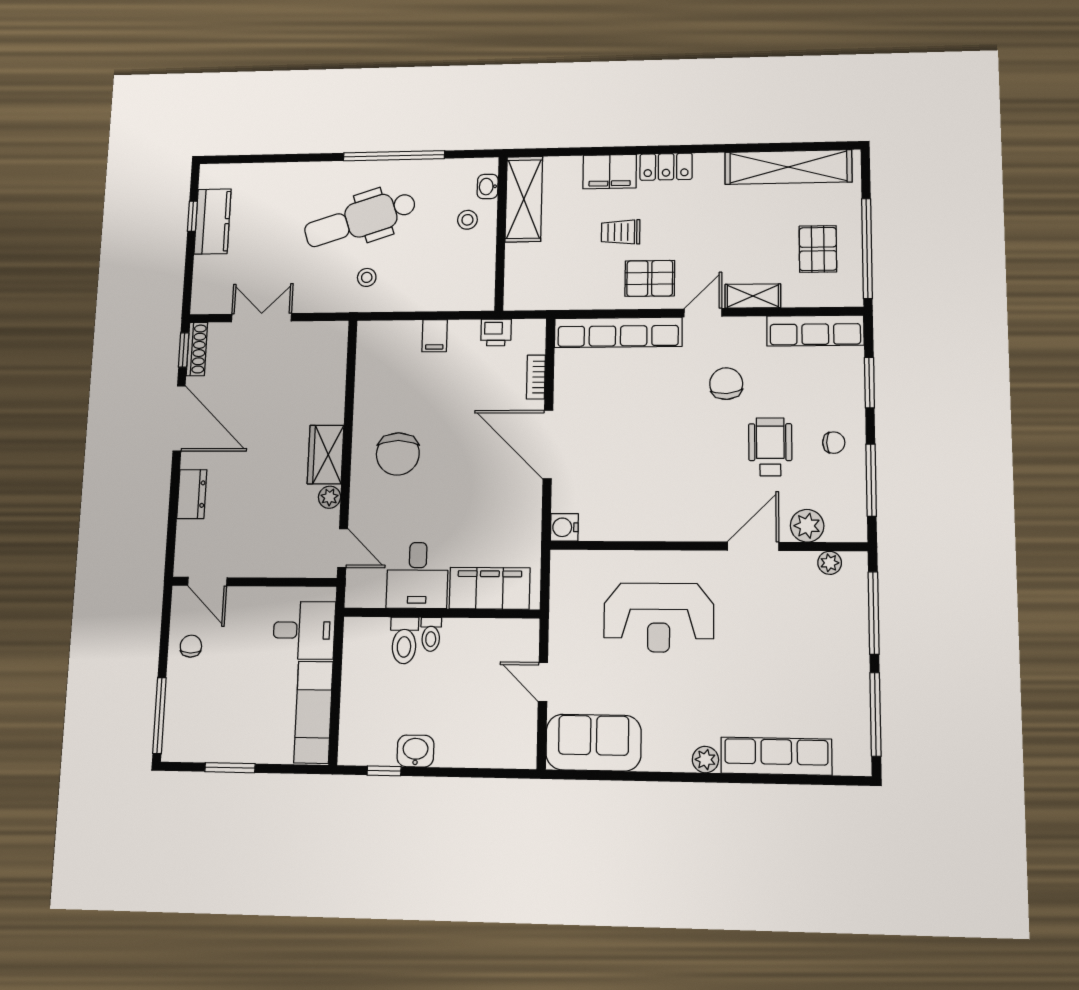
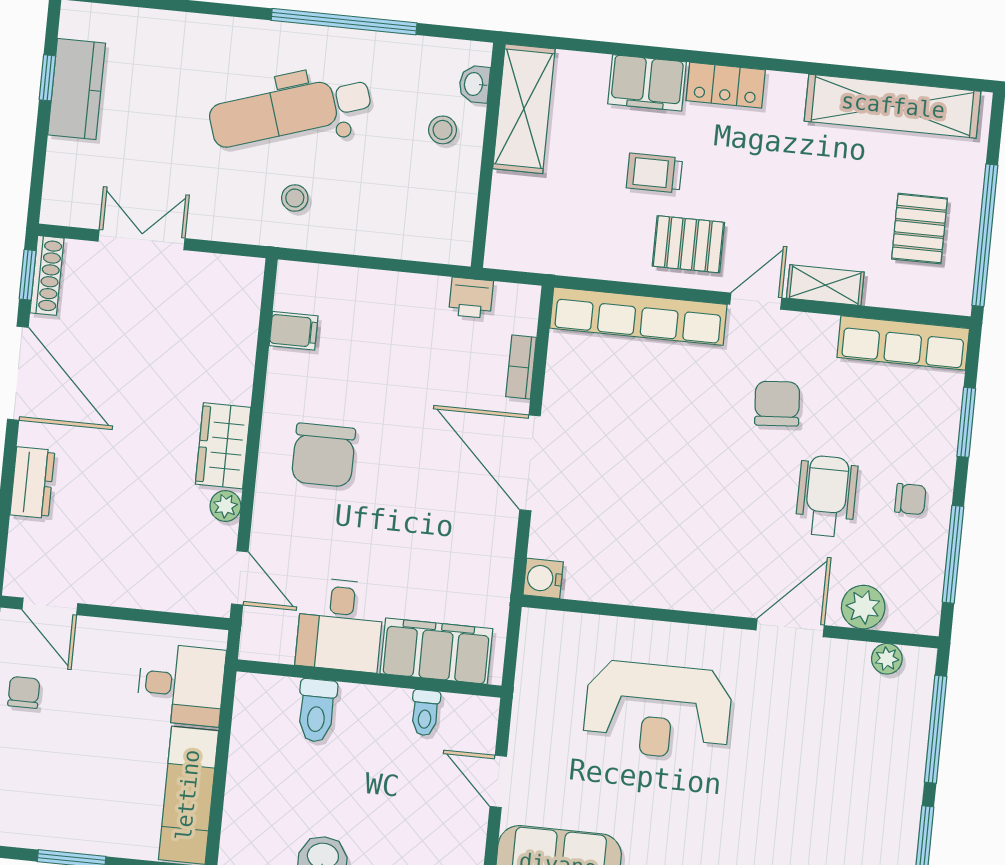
filing cabinet: (435, 336) -> (294, 331), moved, turned -90
toilet: (431, 634) -> (425, 713), moved

